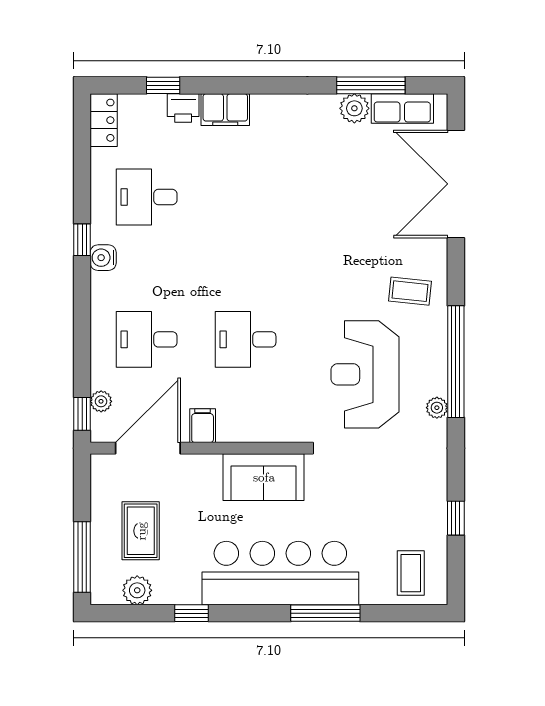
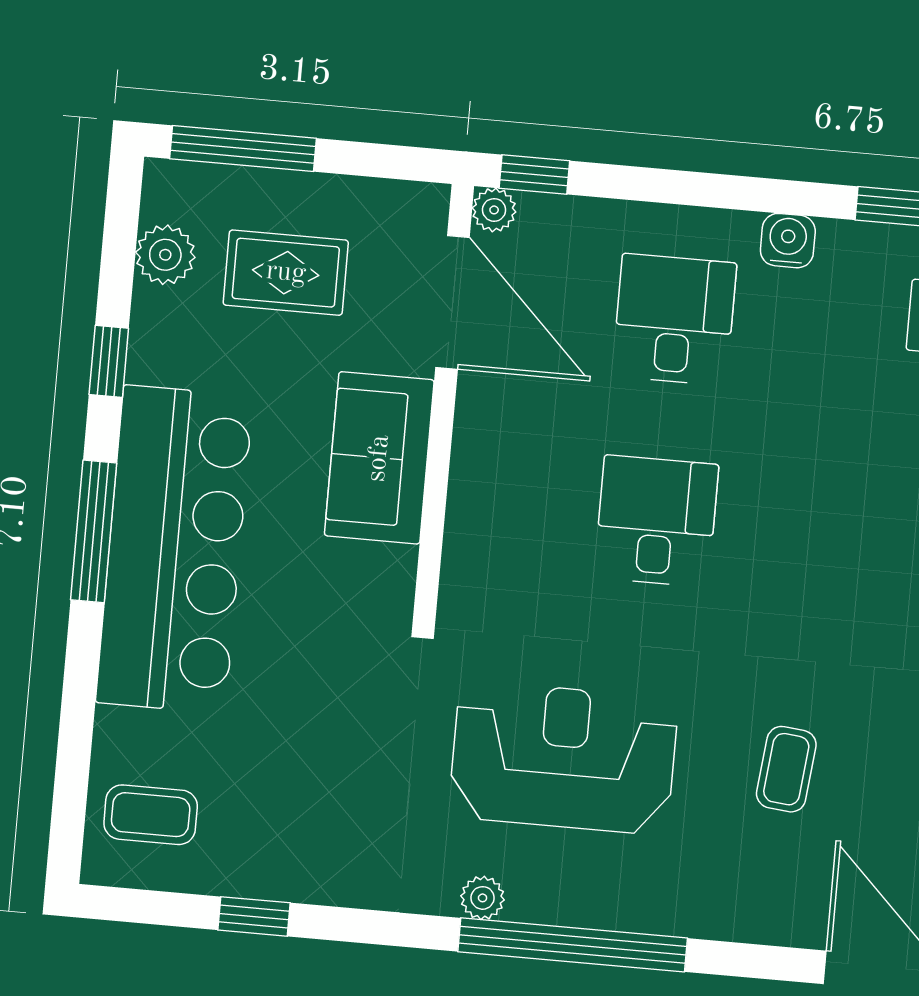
water cooler: (103, 258) -> (788, 241), moved
coffee table: (410, 291) -> (786, 769), moved
plant: (101, 401) -> (494, 210), moved
filing cabinet: (203, 426) -> (488, 418), removed
sofa: (264, 477) -> (379, 458), moved
window: (325, 613) -> (94, 531), moved

